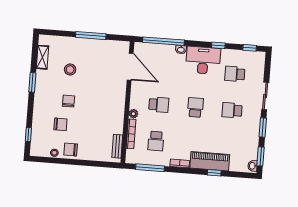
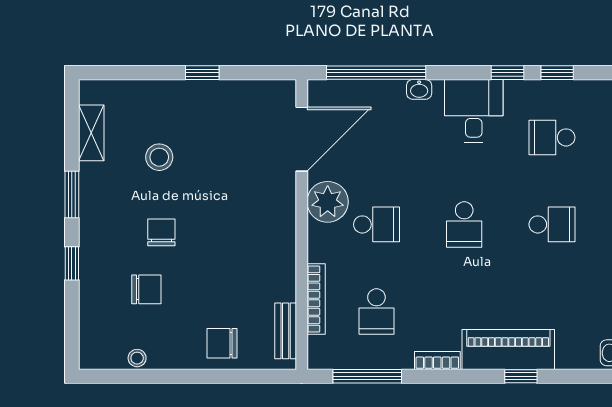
window: (91, 36) -> (202, 73), width x0.46
window: (250, 48) -> (557, 73), moved
desk: (203, 60) -> (474, 111), width x0.73
door: (130, 67) -> (302, 139), hinge flipped
school desk: (195, 107) -> (464, 224), turned 180
school desk: (232, 110) -> (552, 224), turned 180
plant: (133, 114) -> (328, 202), moved, width x1.88, depth x1.88
window: (28, 135) -> (72, 263), moved
chair: (71, 150) -> (222, 343), moved

